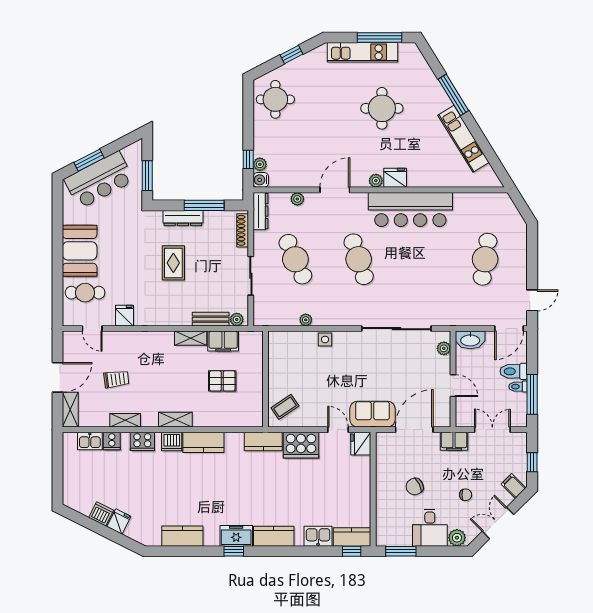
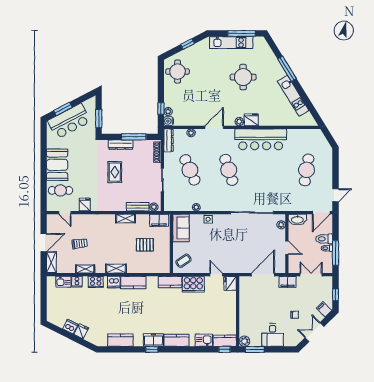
filing cabinet: (223, 341) -> (159, 220), moved
sofa: (373, 414) -> (181, 228), moved, turned 90
chair: (415, 487) -> (263, 310), removed
plant: (457, 538) -> (244, 341), moved

